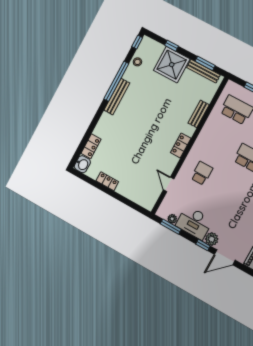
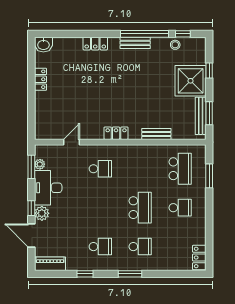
window: (137, 42) -> (183, 34), moved
bench: (117, 97) -> (135, 43), width x0.73
locker: (91, 146) -> (95, 44), moved

